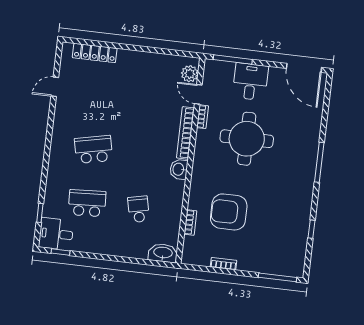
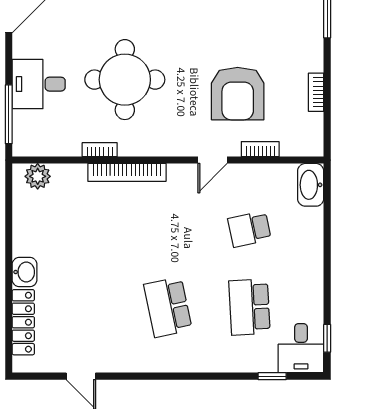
door: (198, 94) -> (213, 160), moved
washbasin: (179, 169) -> (25, 272), moved, turned -90

